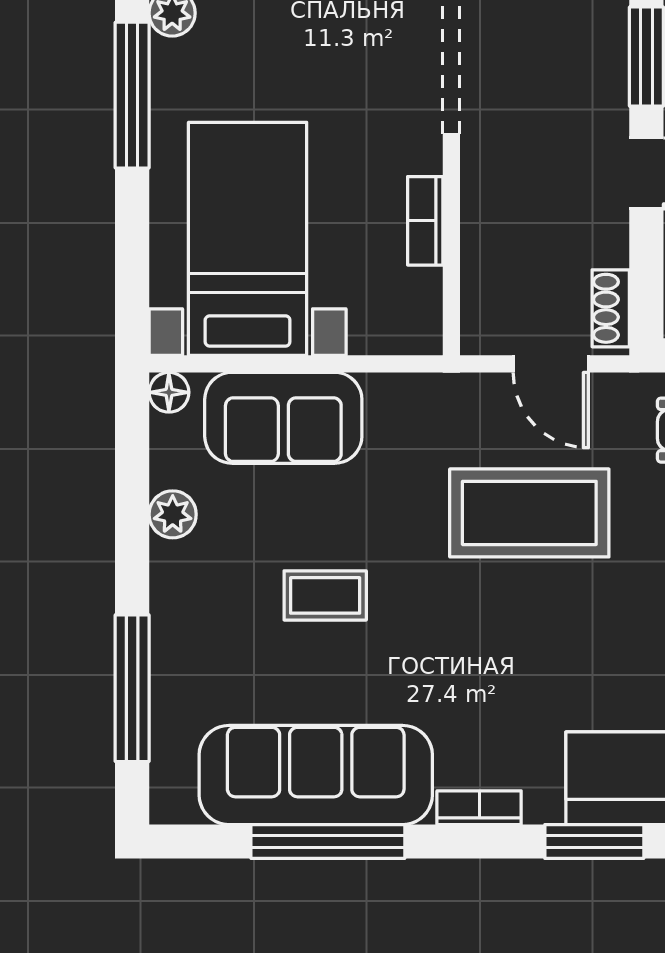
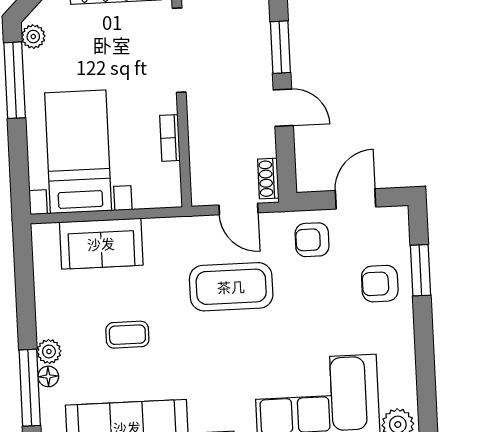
floor lamp: (169, 392) -> (48, 376), moved
plant: (173, 514) -> (49, 351), moved

